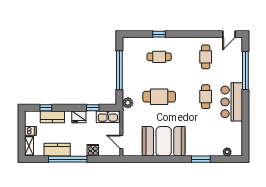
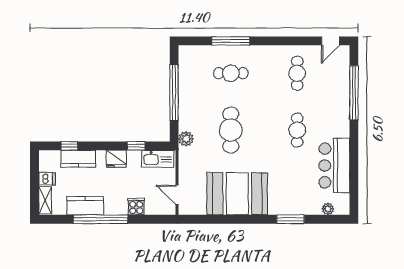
window: (159, 34) -> (231, 41), width x2.17
cafe table: (159, 97) -> (231, 130), turned 90
bar counter: (232, 102) -> (334, 165), moved

